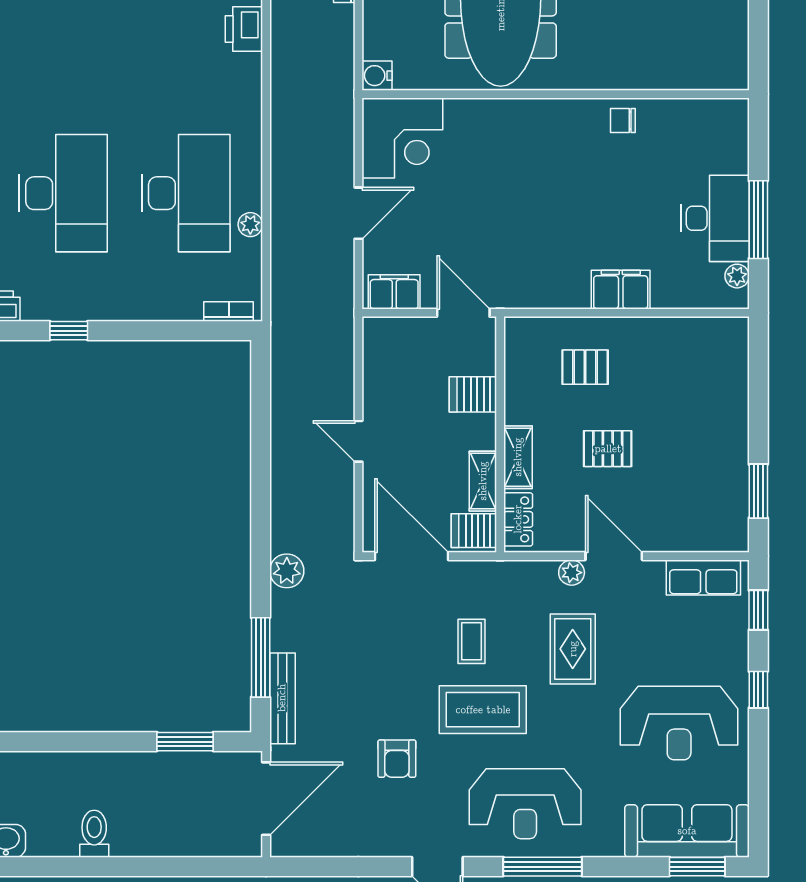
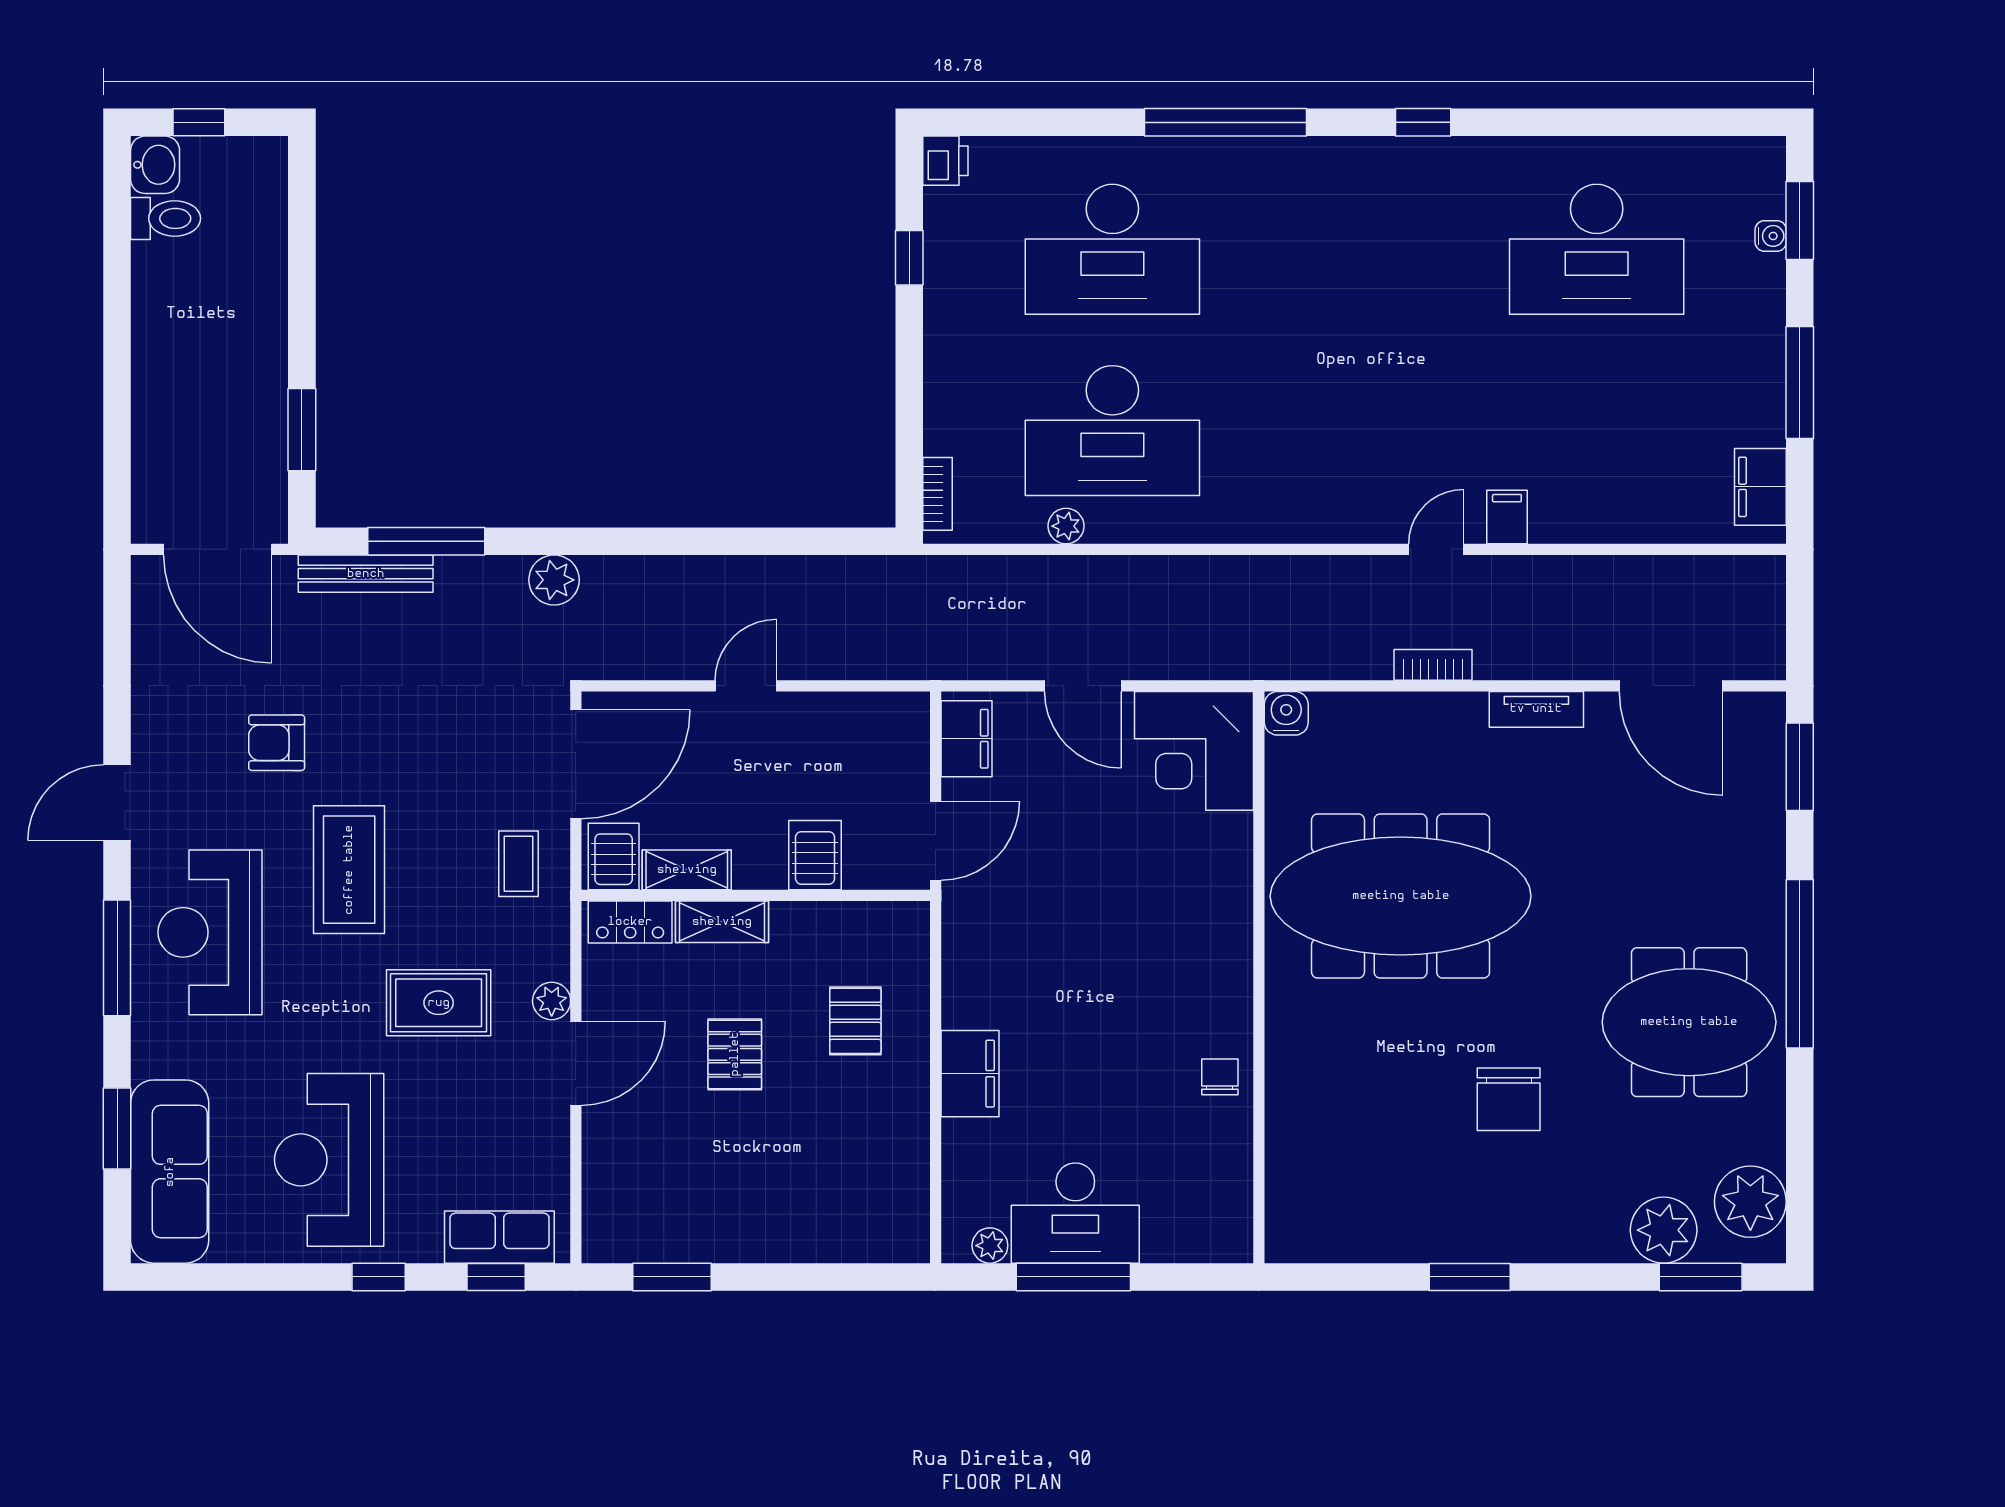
printer: (244, 29) -> (1355, 517), removed
row of seats: (703, 578) -> (499, 1237), moved, turned 90
coffee table: (471, 641) -> (519, 864), moved, turned 90
toilet: (94, 834) -> (166, 218), moved
window: (697, 867) -> (117, 1128), moved

